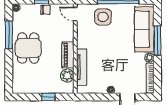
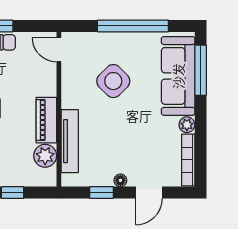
side table: (103, 17) -> (113, 81), moved, turned 45
window: (157, 40) -> (201, 70), moved
window: (100, 97) -> (101, 193), added

